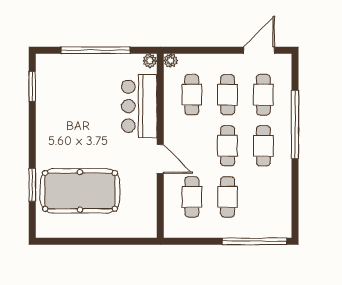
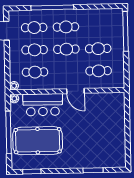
door: (160, 159) -> (75, 91), swing flipped
pool table: (80, 191) -> (38, 141), moved, turned 90

